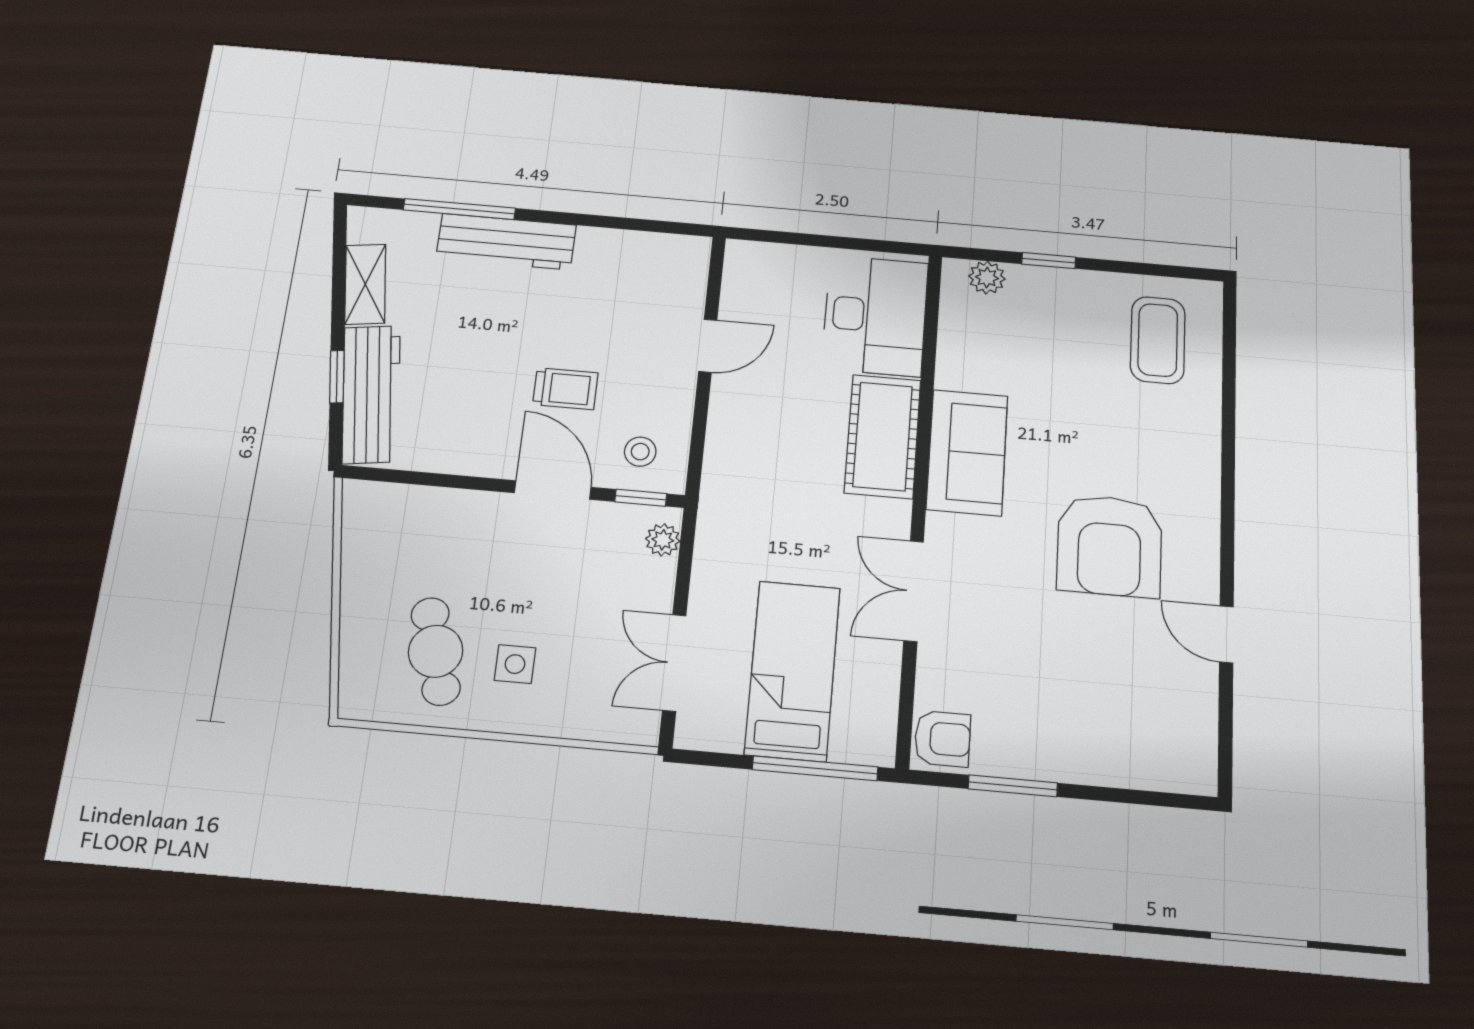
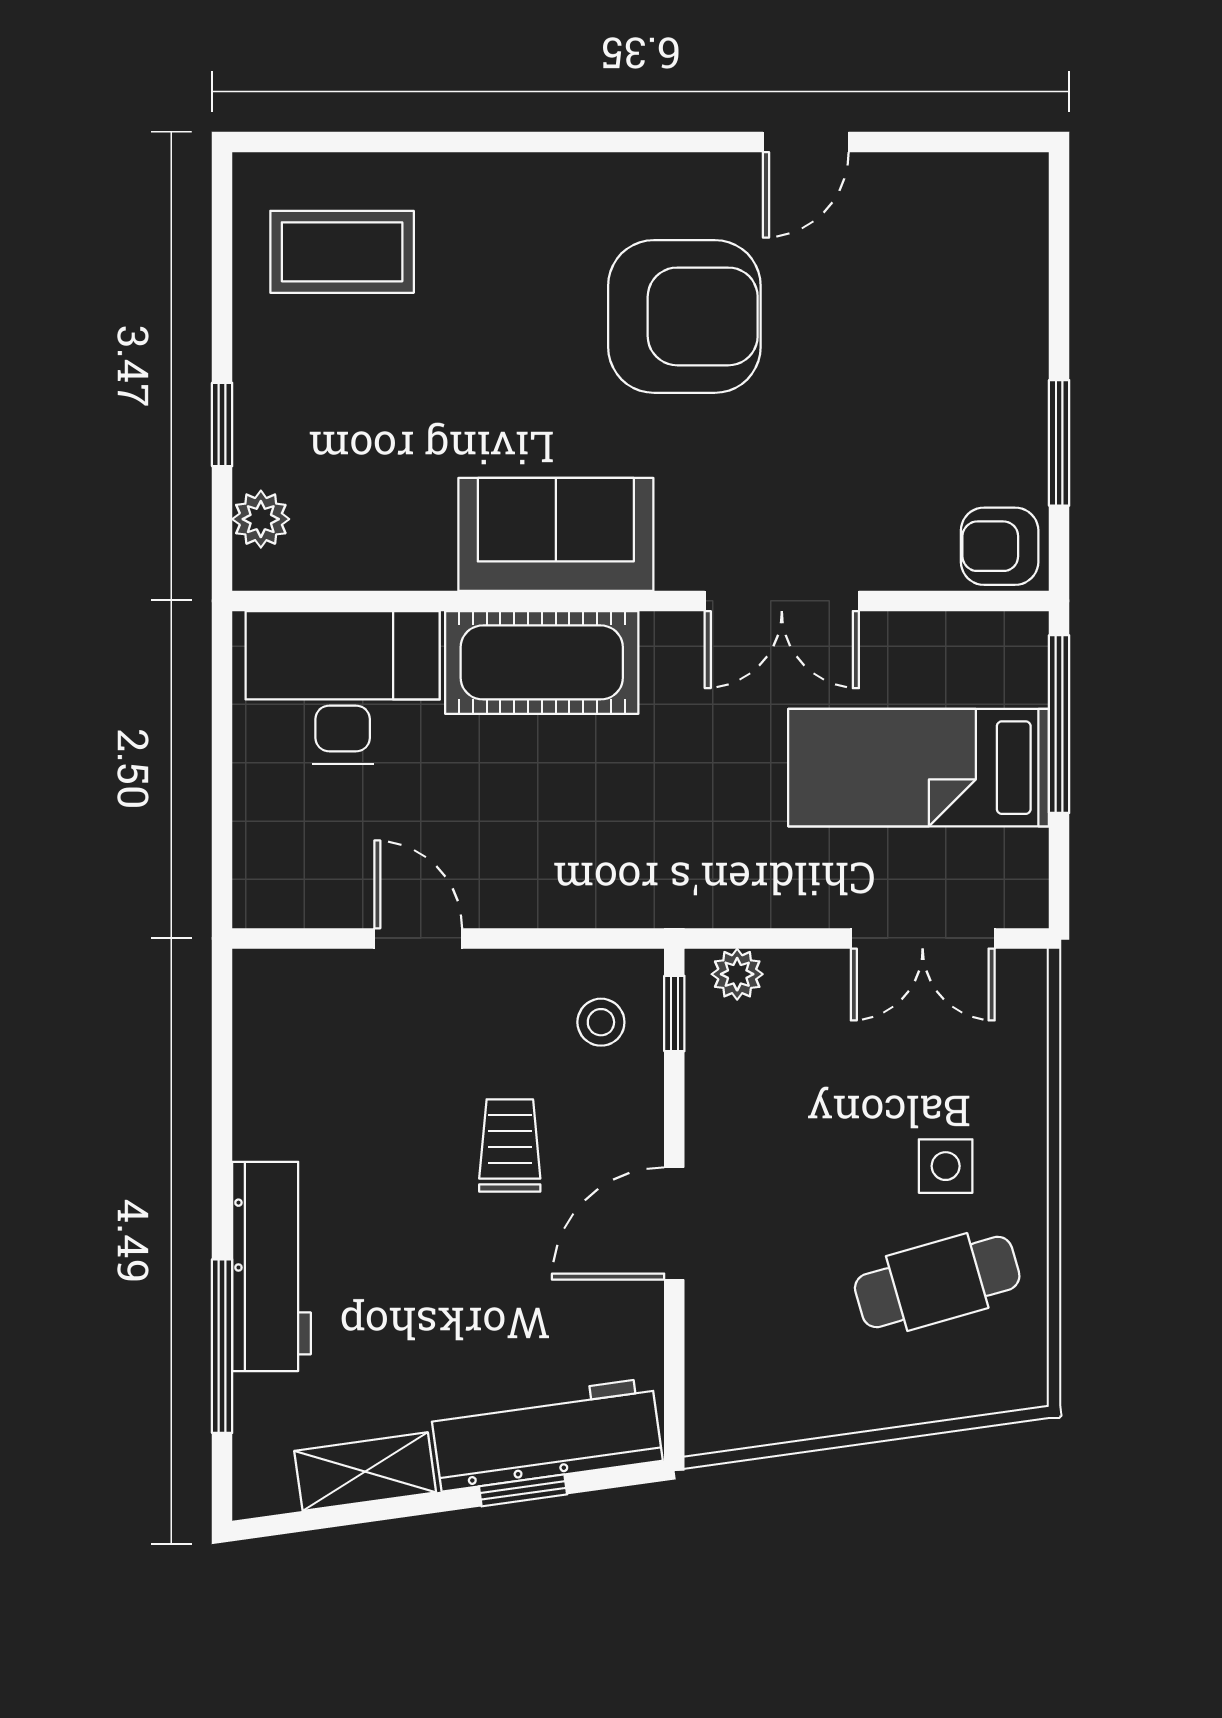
door: (553, 490) -> (674, 1224), moved
armchair: (942, 739) -> (1000, 546), turned -90

